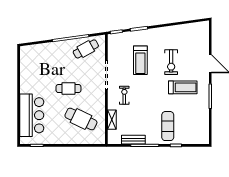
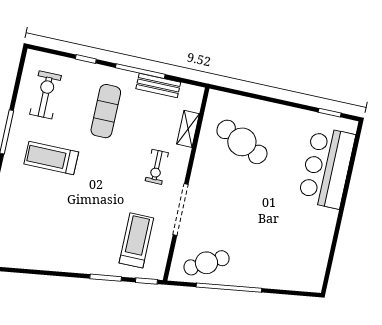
treadmill: (140, 60) -> (136, 240), moved
exercise bike: (171, 62) -> (45, 95), moved
cafe table: (68, 89) -> (252, 200), removed
exercise mat: (168, 126) -> (106, 111), moved

